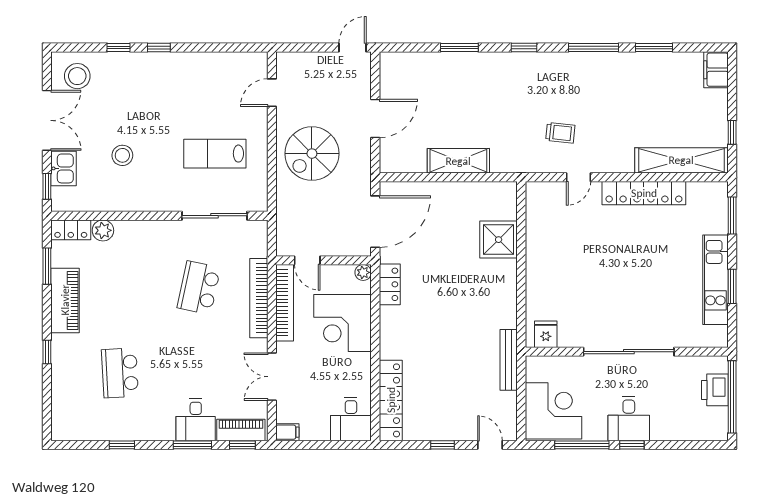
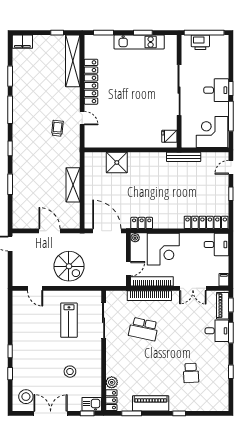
kitchen sink: (64, 168) -> (92, 404), moved
school desk: (120, 373) -> (191, 373), width x0.54

